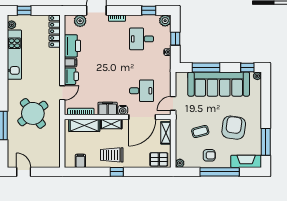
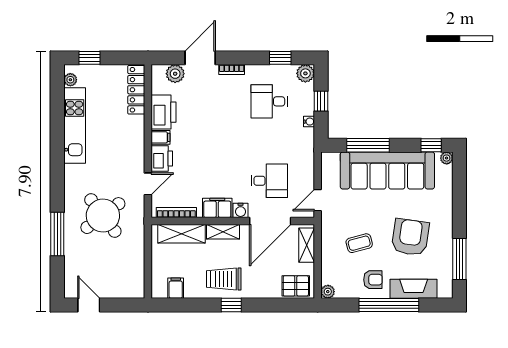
fireplace: (246, 161) -> (414, 289), moved

